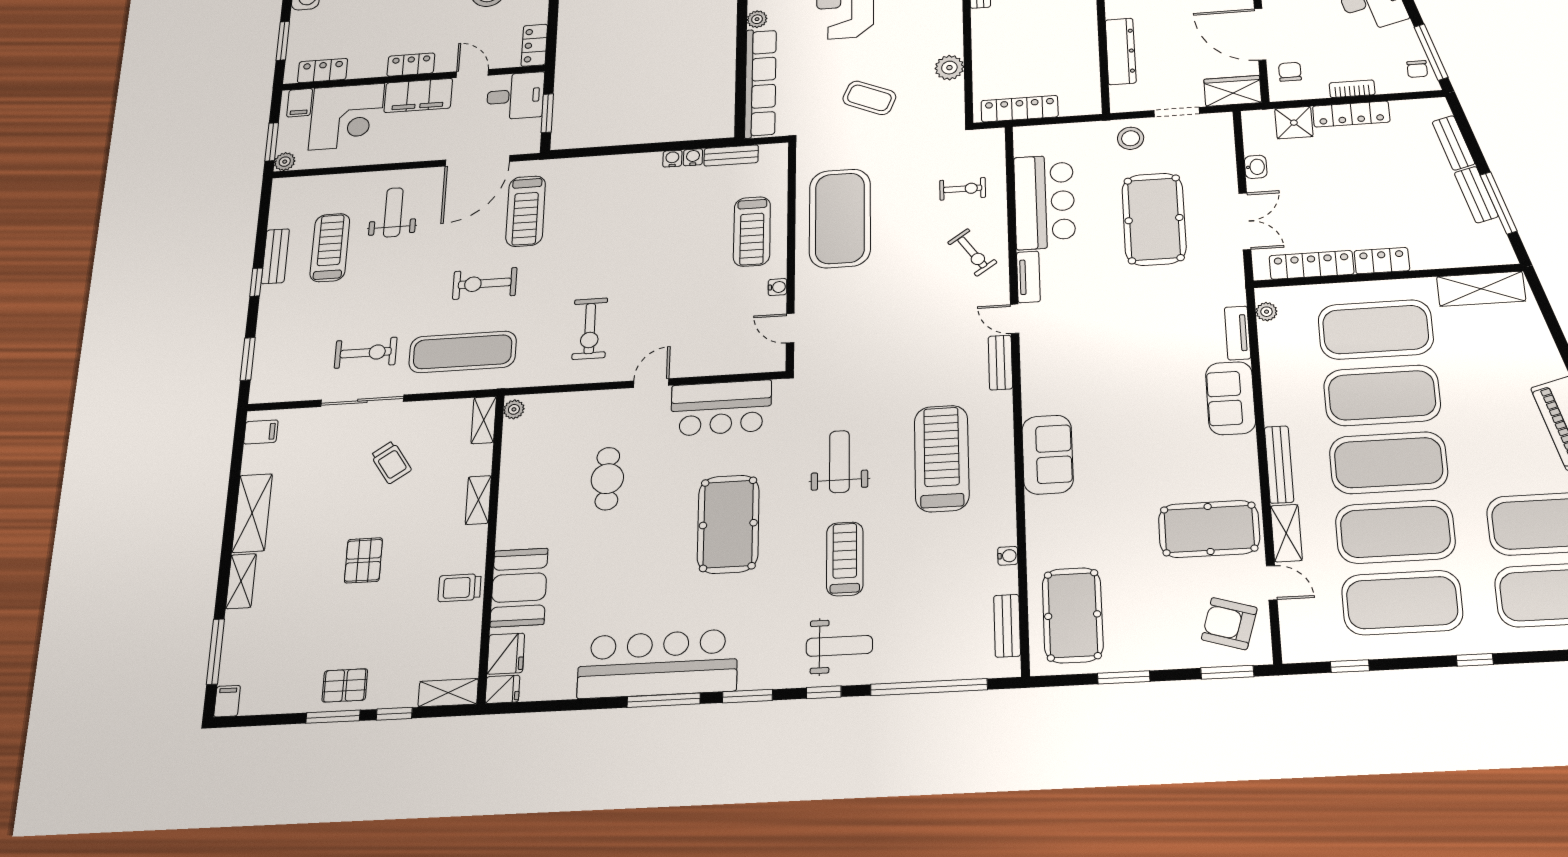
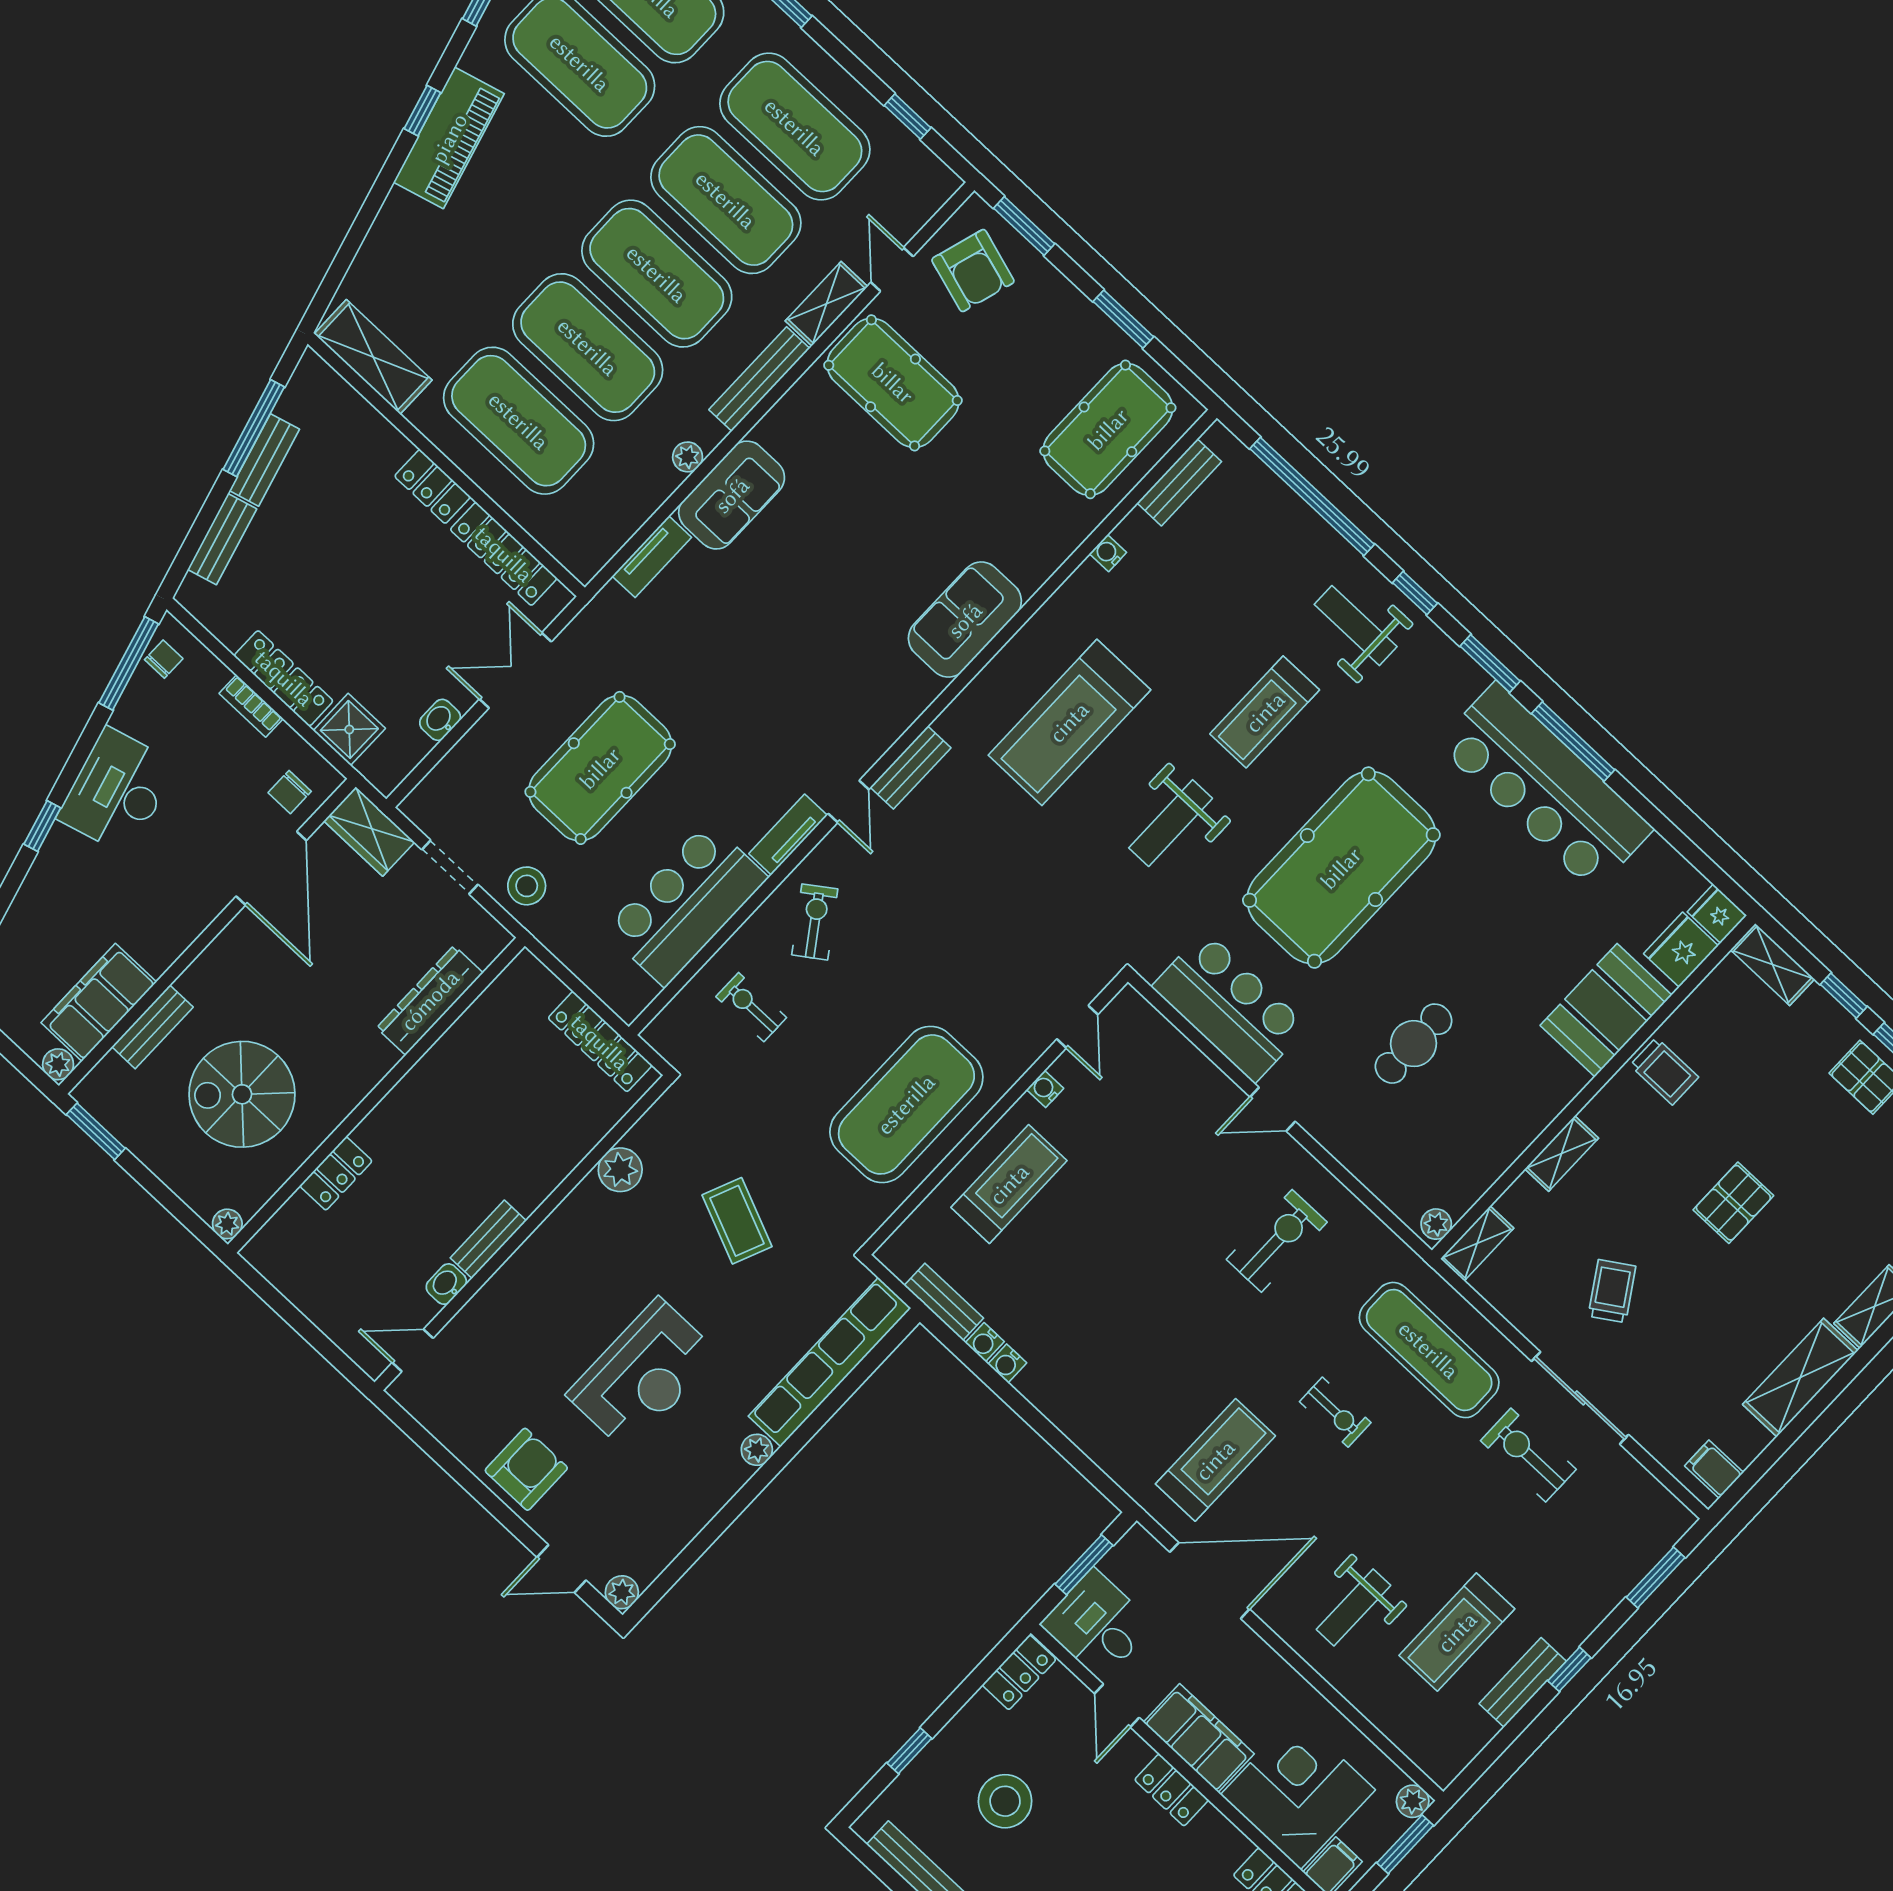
exercise bike: (485, 283) -> (1335, 1412), width x0.73, depth x0.72
plant: (1267, 312) -> (688, 457), moved
pool table: (728, 524) -> (1341, 868), width x1.36, depth x1.32

